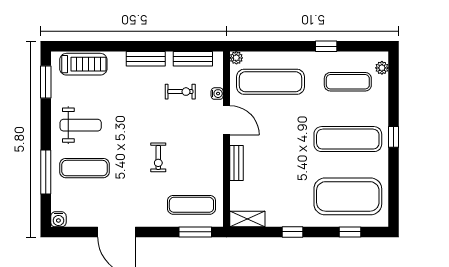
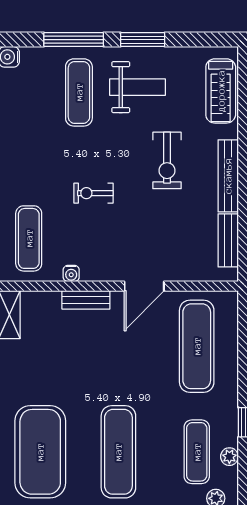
plant: (236, 58) -> (229, 457), moved
bench: (146, 59) -> (228, 176), width x1.36
window: (46, 82) -> (143, 40), moved
exercise bike: (180, 92) -> (167, 160), moved, width x1.38, depth x1.39
water cooler: (217, 94) -> (71, 273), moved
weight bench: (81, 125) -> (137, 87), turned -90

